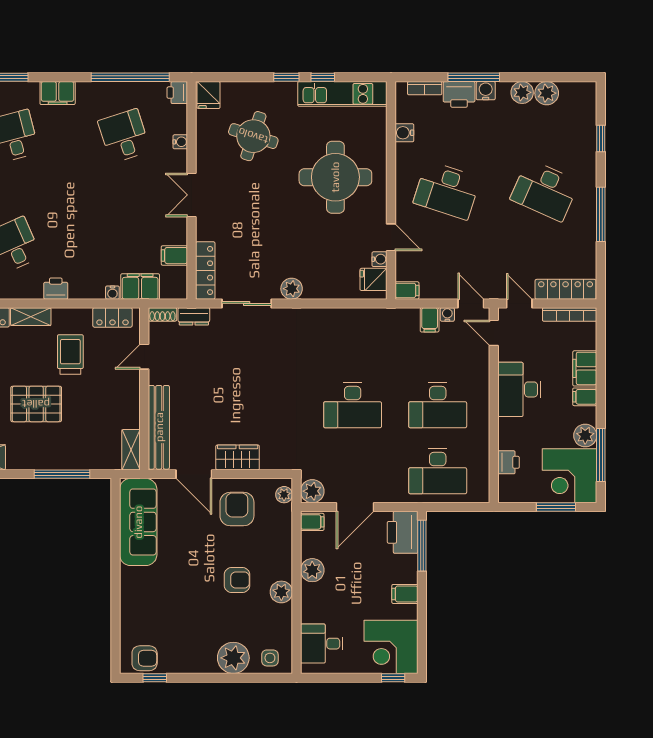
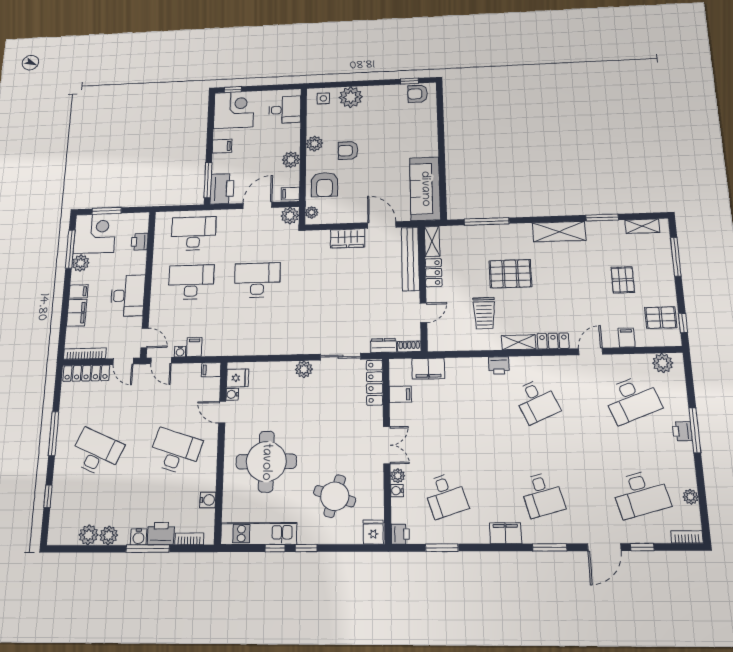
window: (130, 77) -> (442, 548), width x0.47
plant: (179, 159) -> (398, 476), added
water cooler: (112, 293) -> (451, 363), removed
locker: (112, 317) -> (434, 273), moved, turned 90
armchair: (237, 509) -> (324, 185), moved

